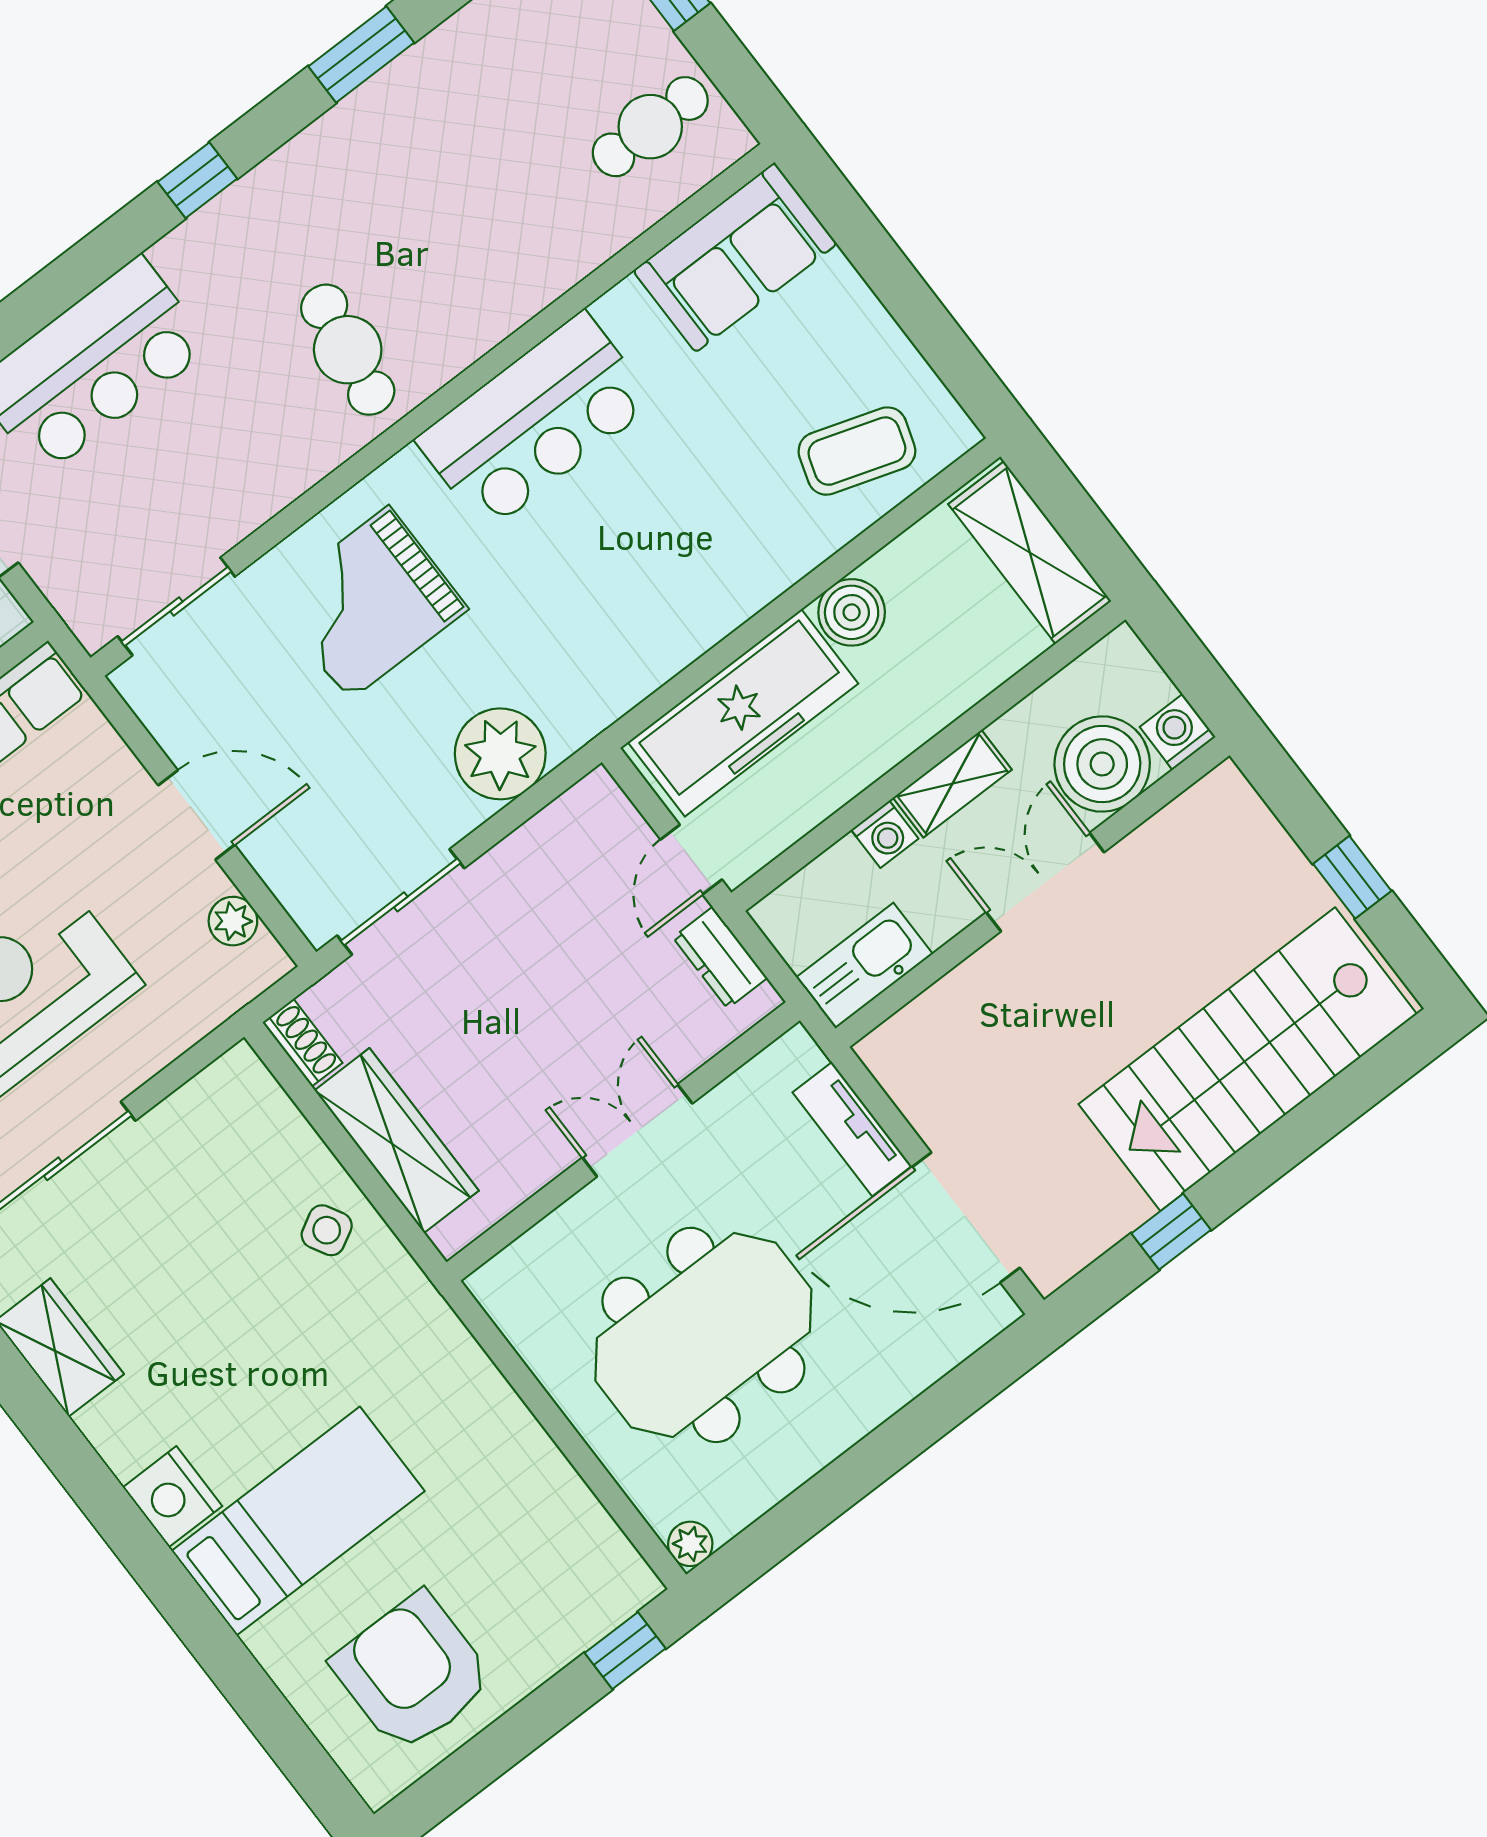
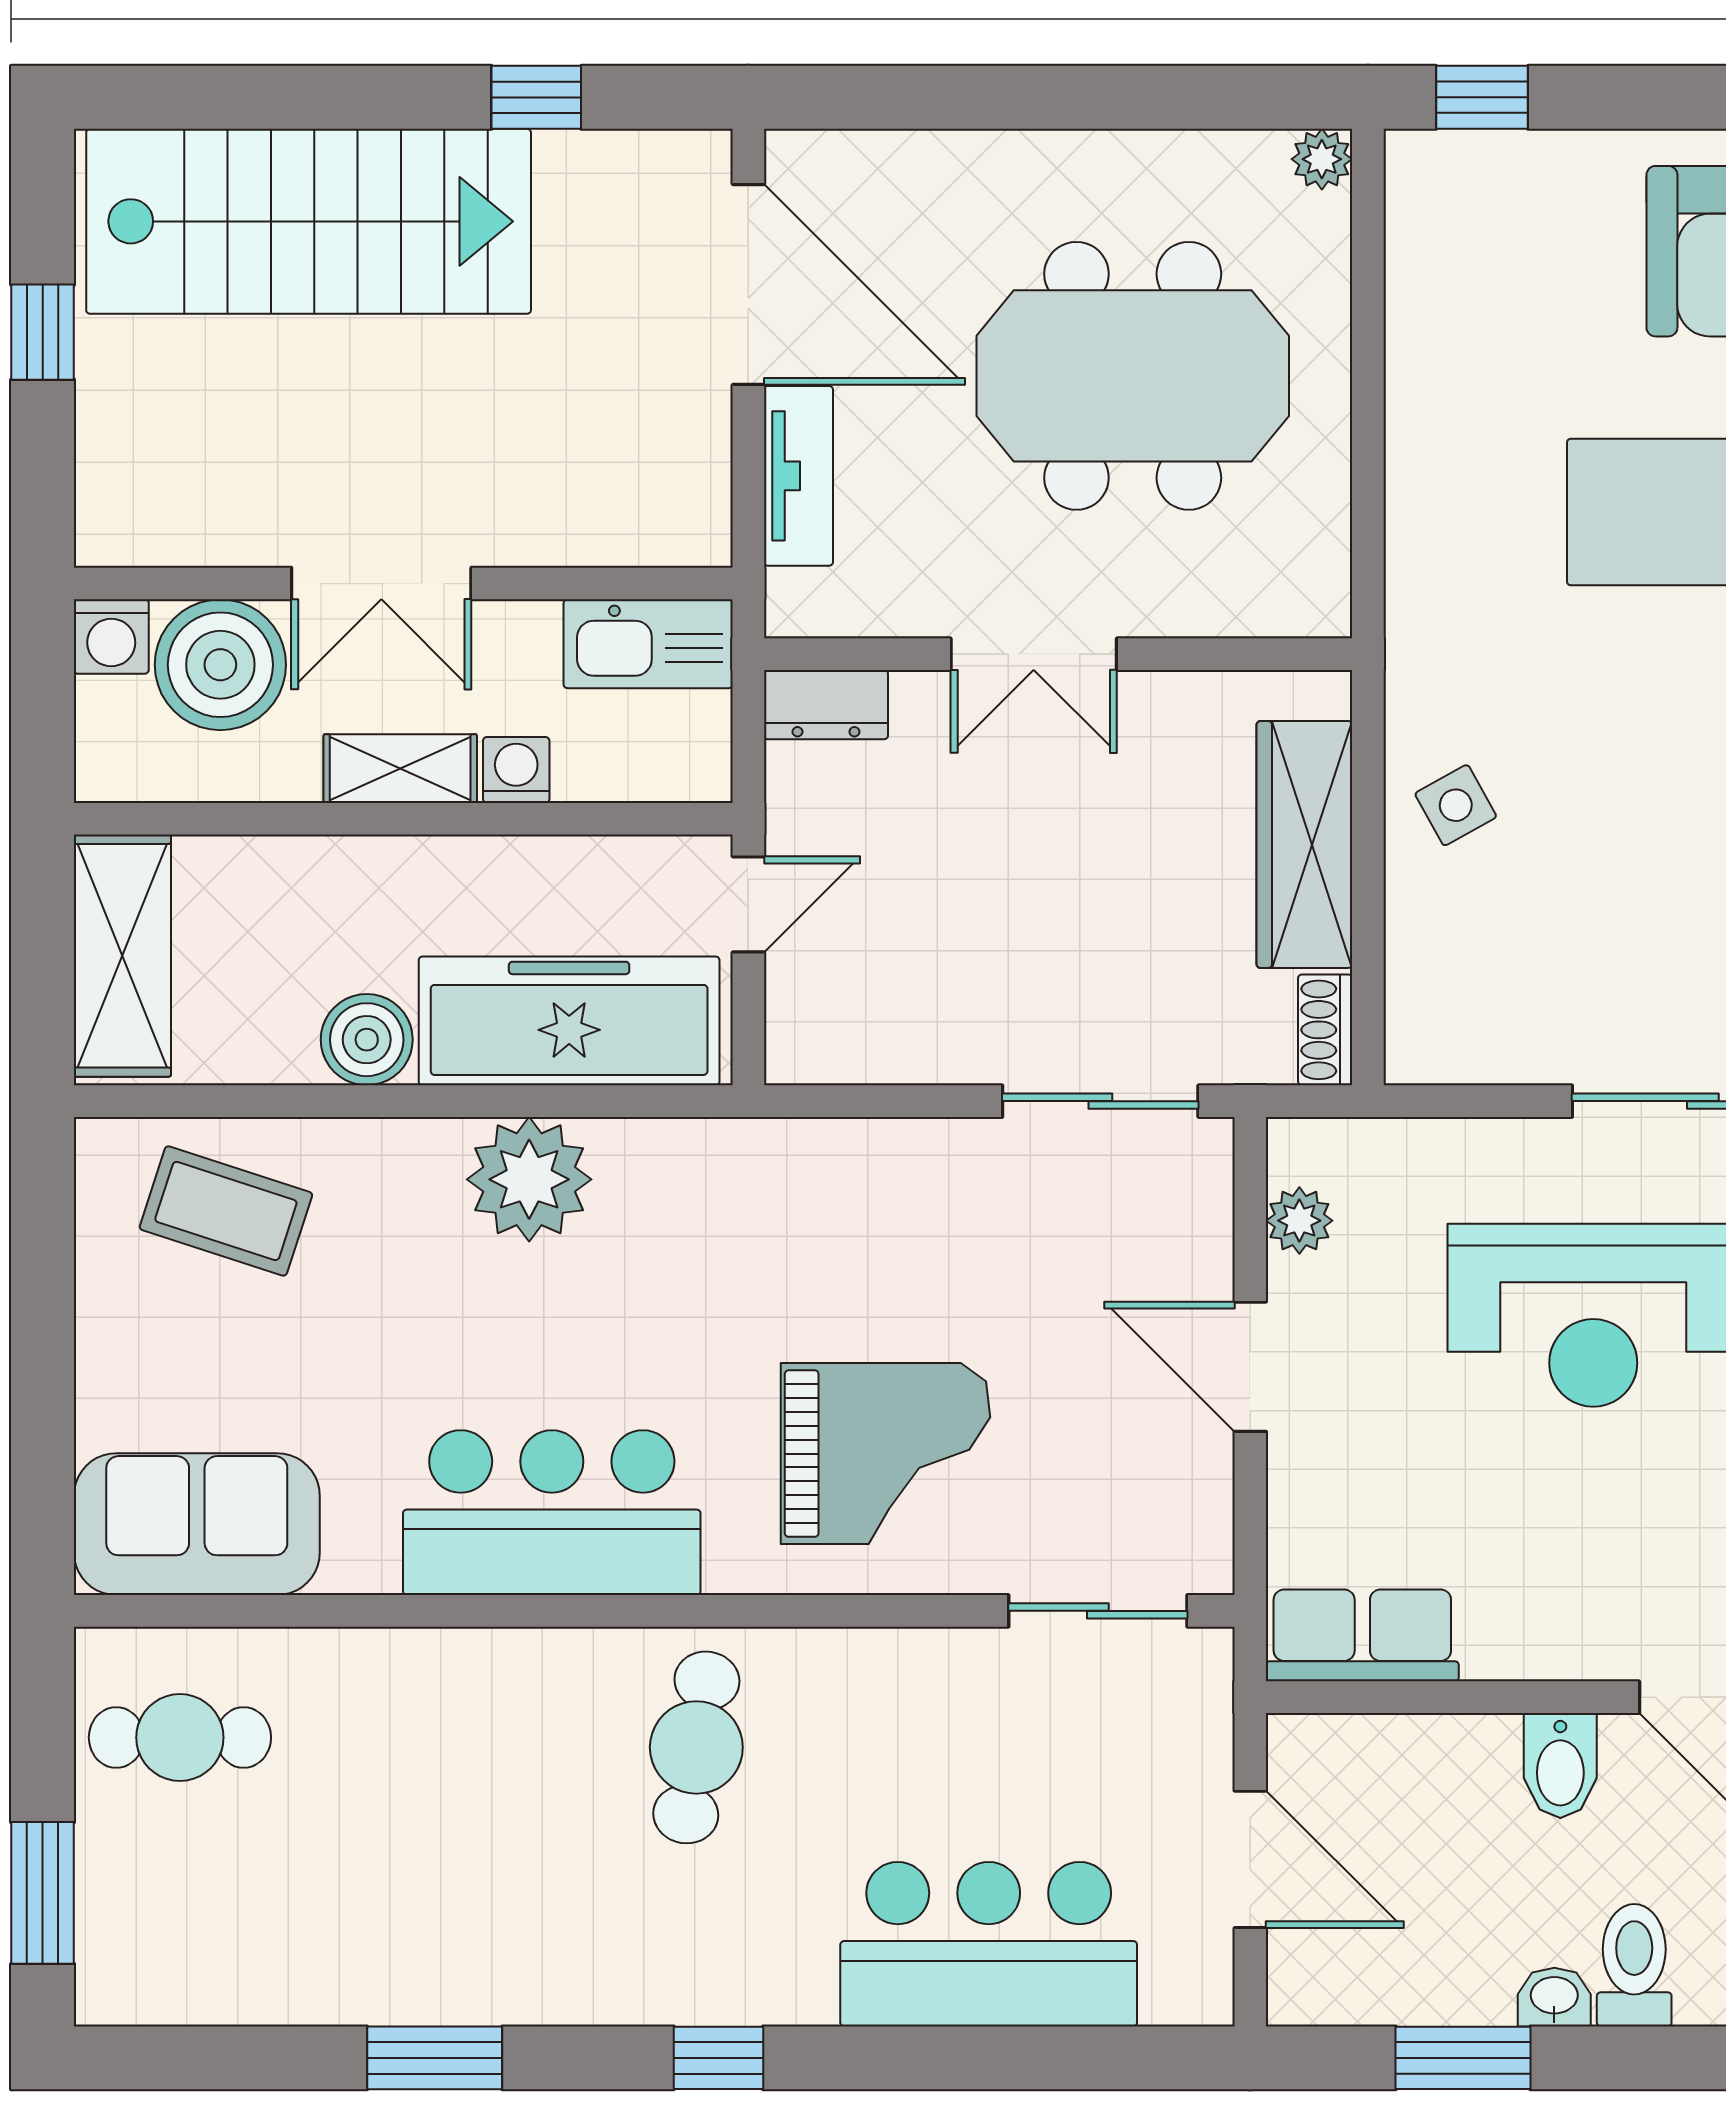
plant: (500, 754) -> (529, 1179), moved
dresser: (720, 958) -> (826, 705), moved, turned 90

